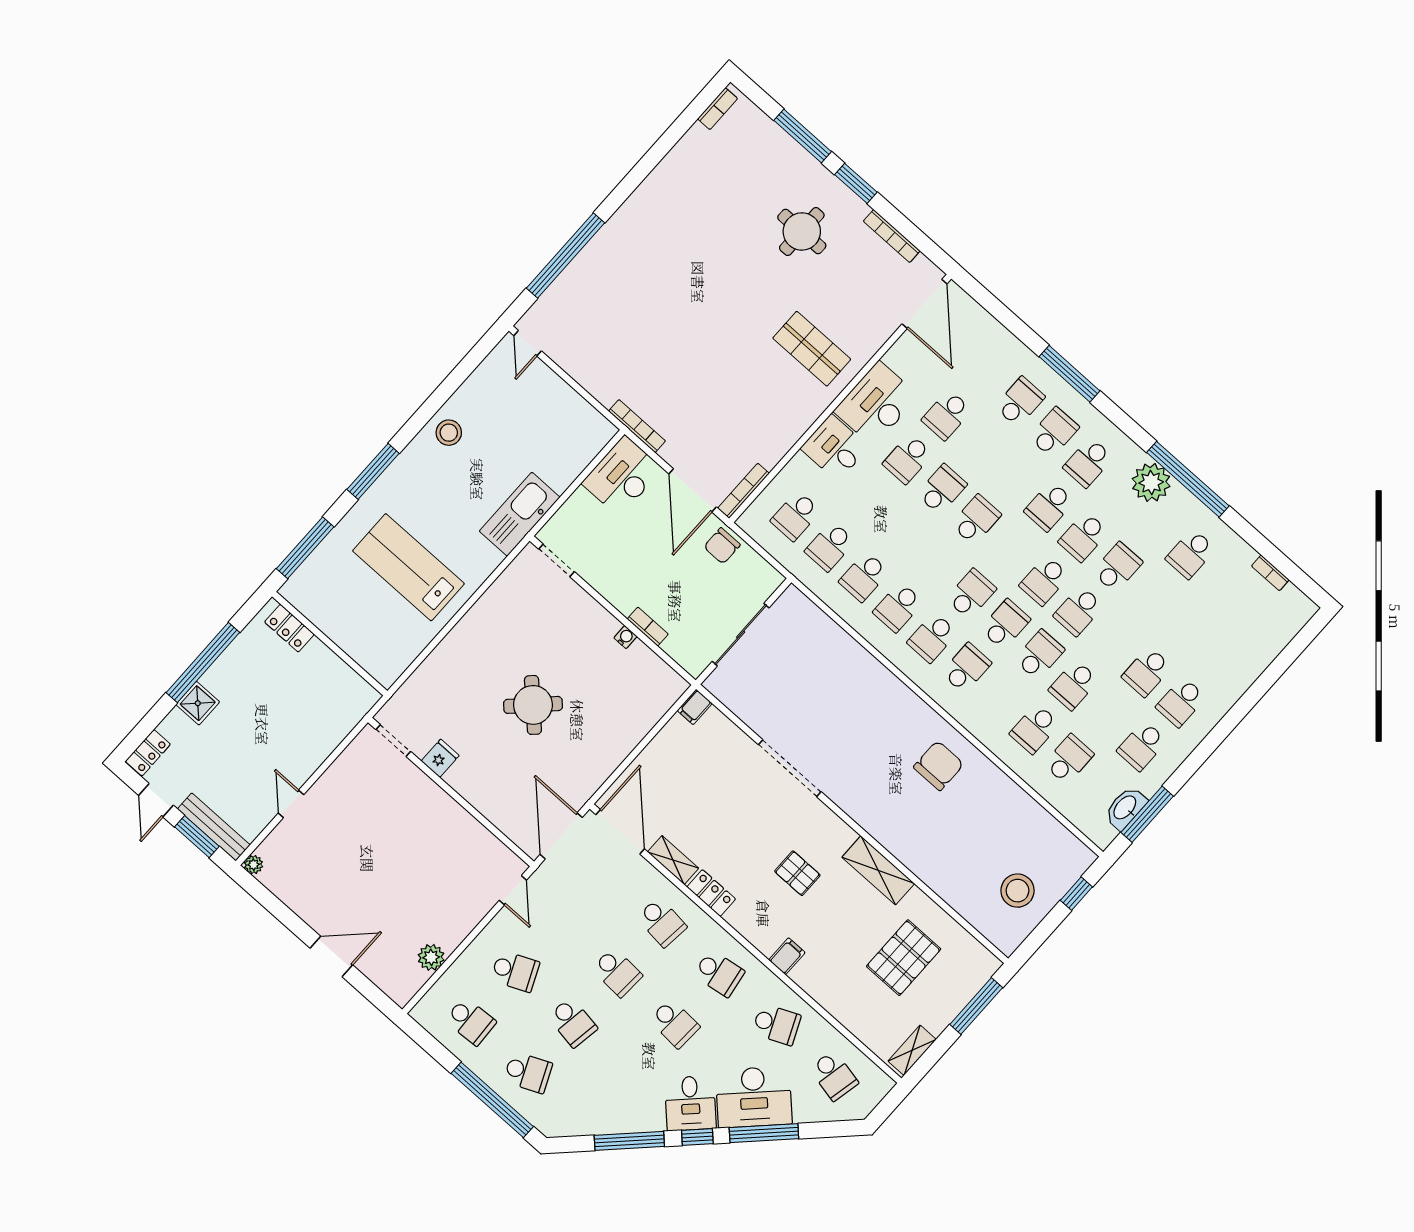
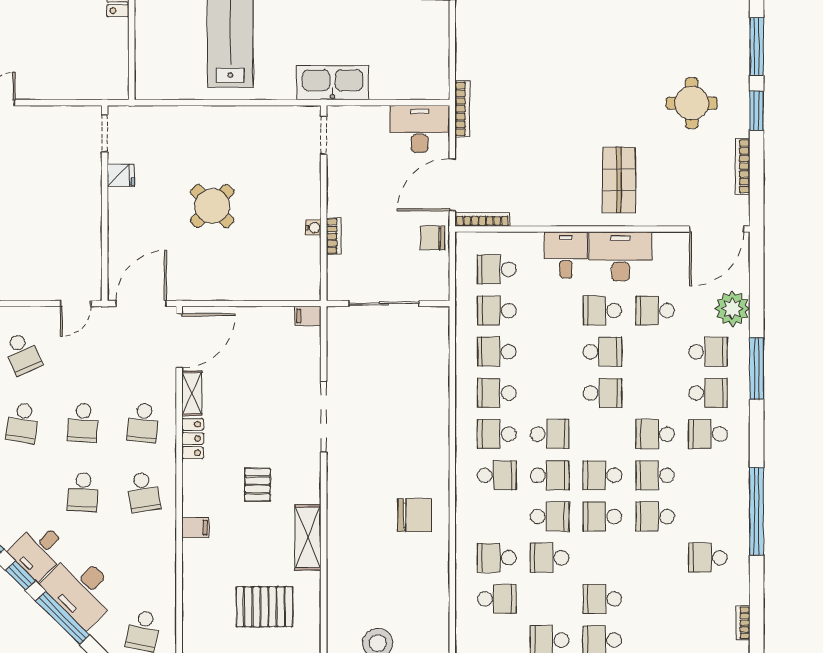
plant: (1151, 482) -> (732, 309), moved
school desk: (1117, 567) -> (655, 517), turned 180
school desk: (776, 1024) -> (143, 561), removed

